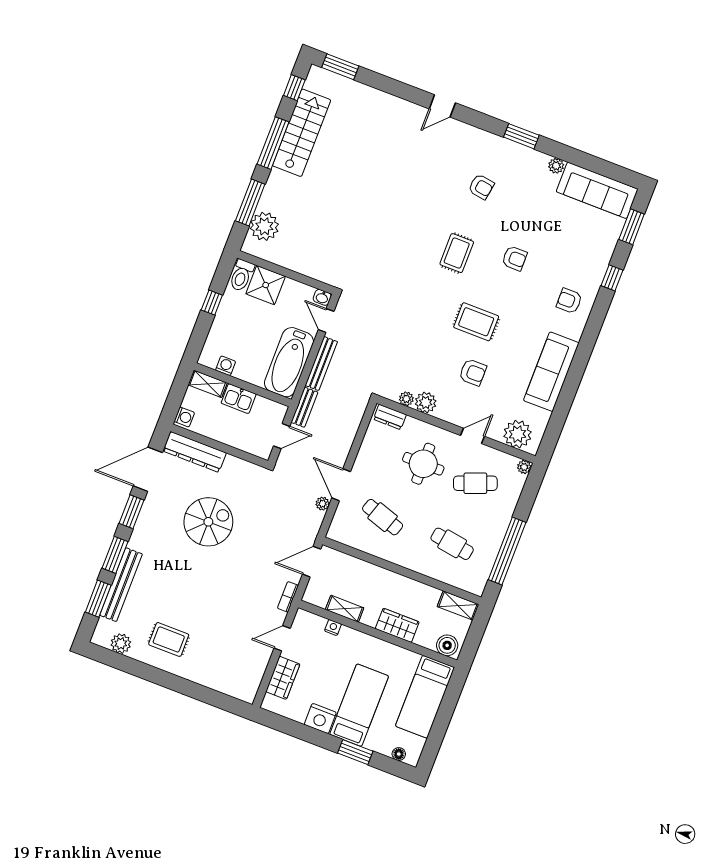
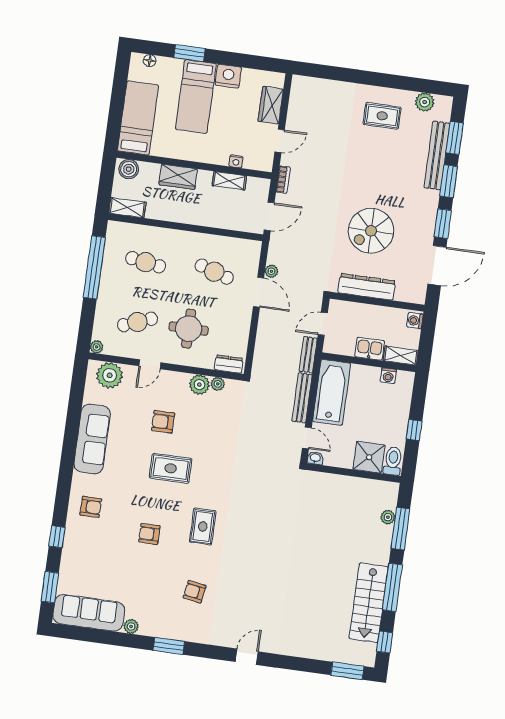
plant: (264, 226) -> (388, 517), width x0.53, depth x0.53
dresser: (195, 452) -> (367, 287), moved

